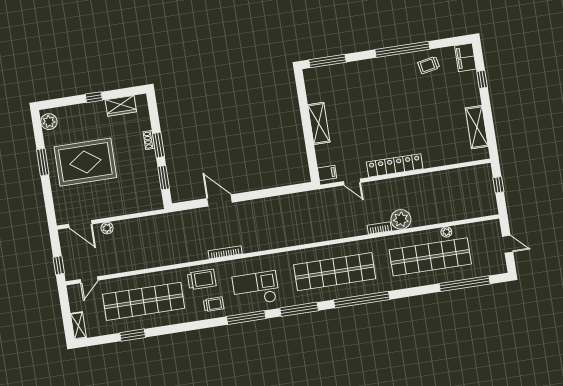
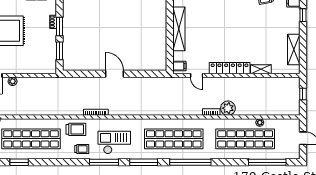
shelving: (319, 123) -> (179, 29), width x1.47
shelving: (437, 160) -> (261, 69), added
door: (220, 200) -> (115, 74), moved

